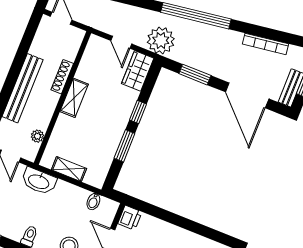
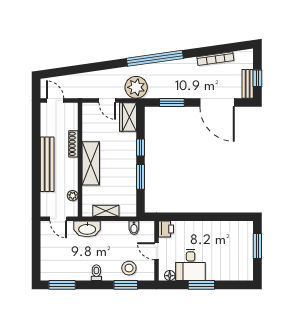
shelving: (74, 98) -> (91, 163), width x1.50, depth x1.33

